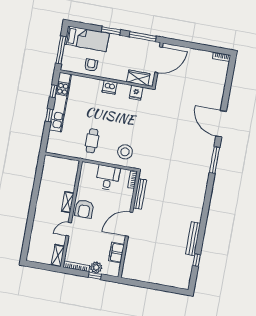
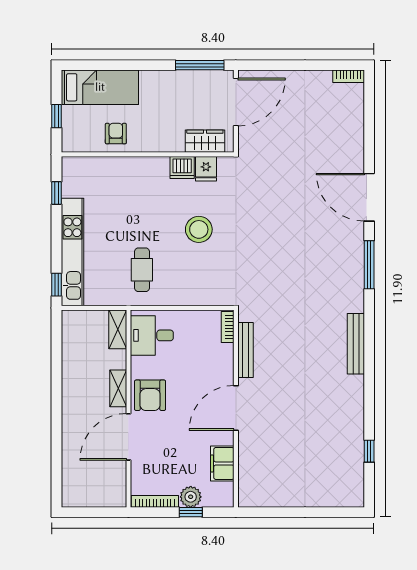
window: (111, 31) -> (141, 65), removed
window: (61, 50) -> (56, 116), width x0.46
dishwasher: (110, 87) -> (182, 167), moved
kitchen unit: (60, 102) -> (72, 252), moved
window: (49, 115) -> (56, 285), moved
stool: (125, 152) -> (199, 229), moved
desk: (108, 178) -> (152, 335), moved, turned -90
door: (69, 229) -> (128, 437), width x1.88
bench: (193, 239) -> (356, 344), moved
shelving: (58, 256) -> (118, 329), moved

